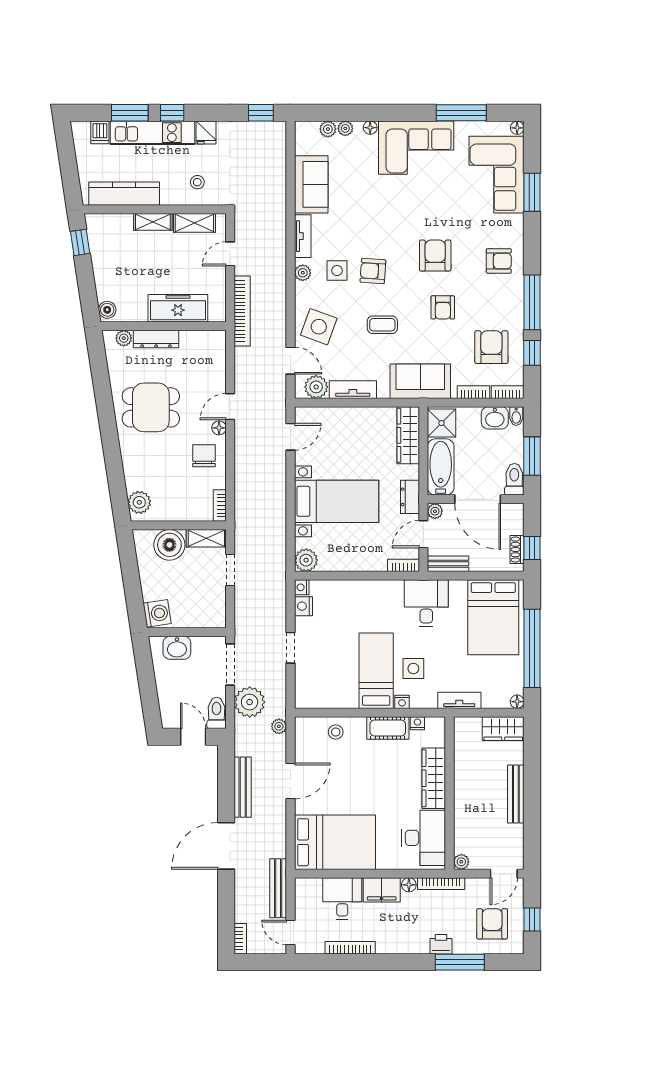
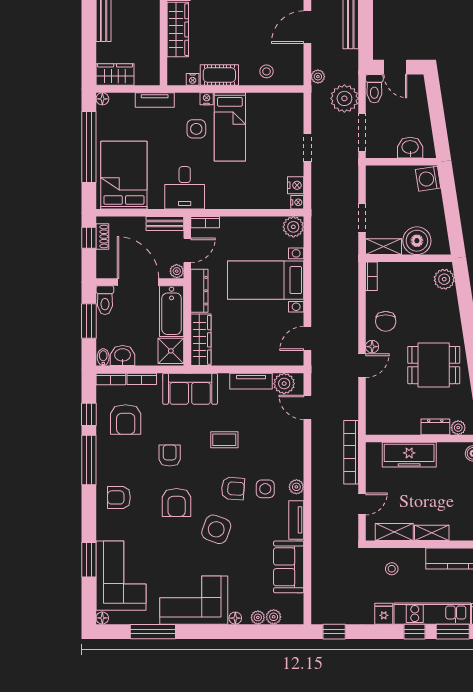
side table: (319, 327) -> (216, 529), moved
dresser: (156, 339) -> (435, 427), width x0.70
dresser: (410, 497) -> (199, 291), width x1.44

